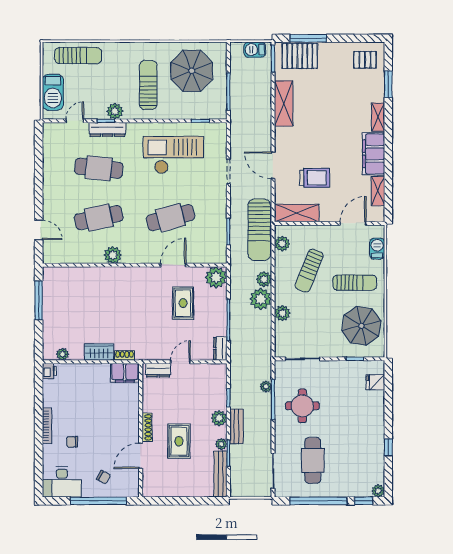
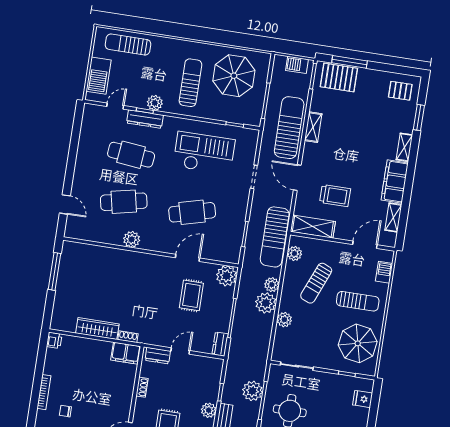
sun lounger: (78, 56) -> (128, 45), turned 180
shelving: (284, 103) -> (313, 127), width x0.67, depth x0.75
sun lounger: (257, 115) -> (289, 128), added
wardrobe: (99, 352) -> (97, 329), width x1.50
plant: (63, 354) -> (69, 326), removed
plant: (266, 386) -> (253, 391), width x1.87, depth x1.87
shoe rack: (147, 427) -> (142, 387), moved, width x0.70

